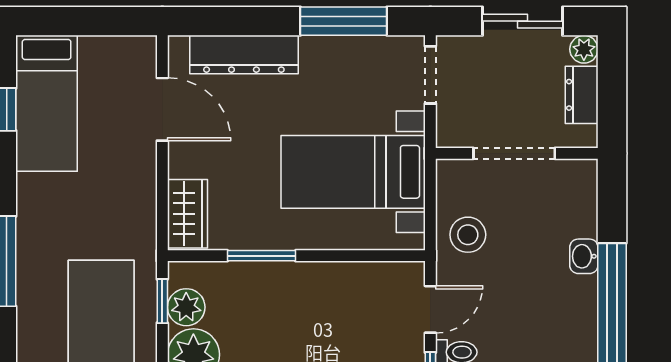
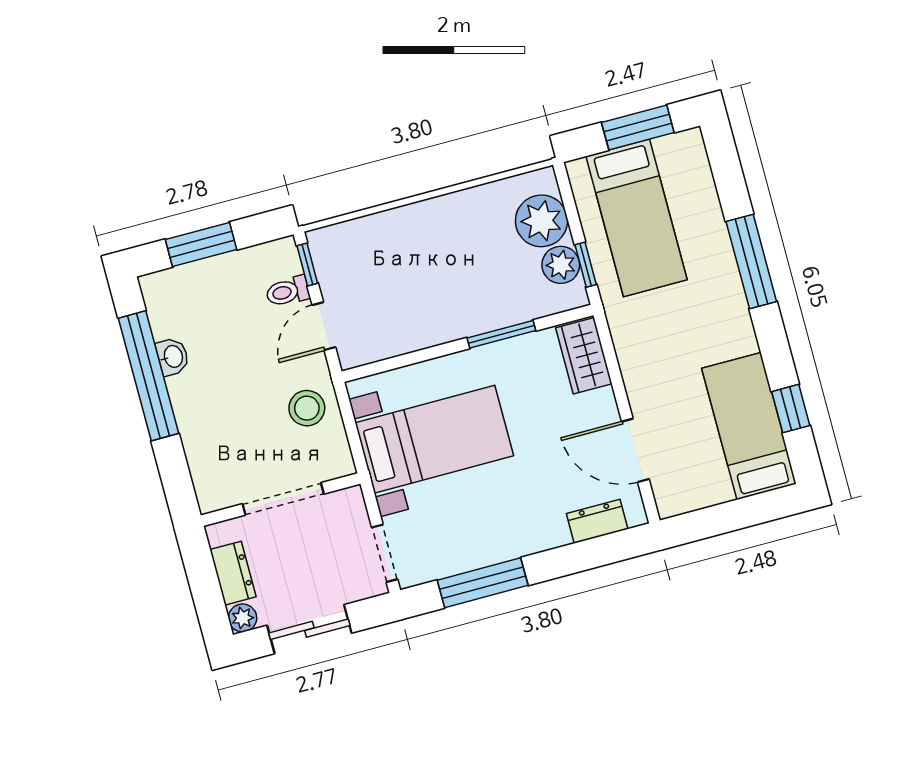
dresser: (244, 55) -> (597, 521), width x0.51, depth x0.80
washbasin: (584, 256) -> (173, 357), moved

